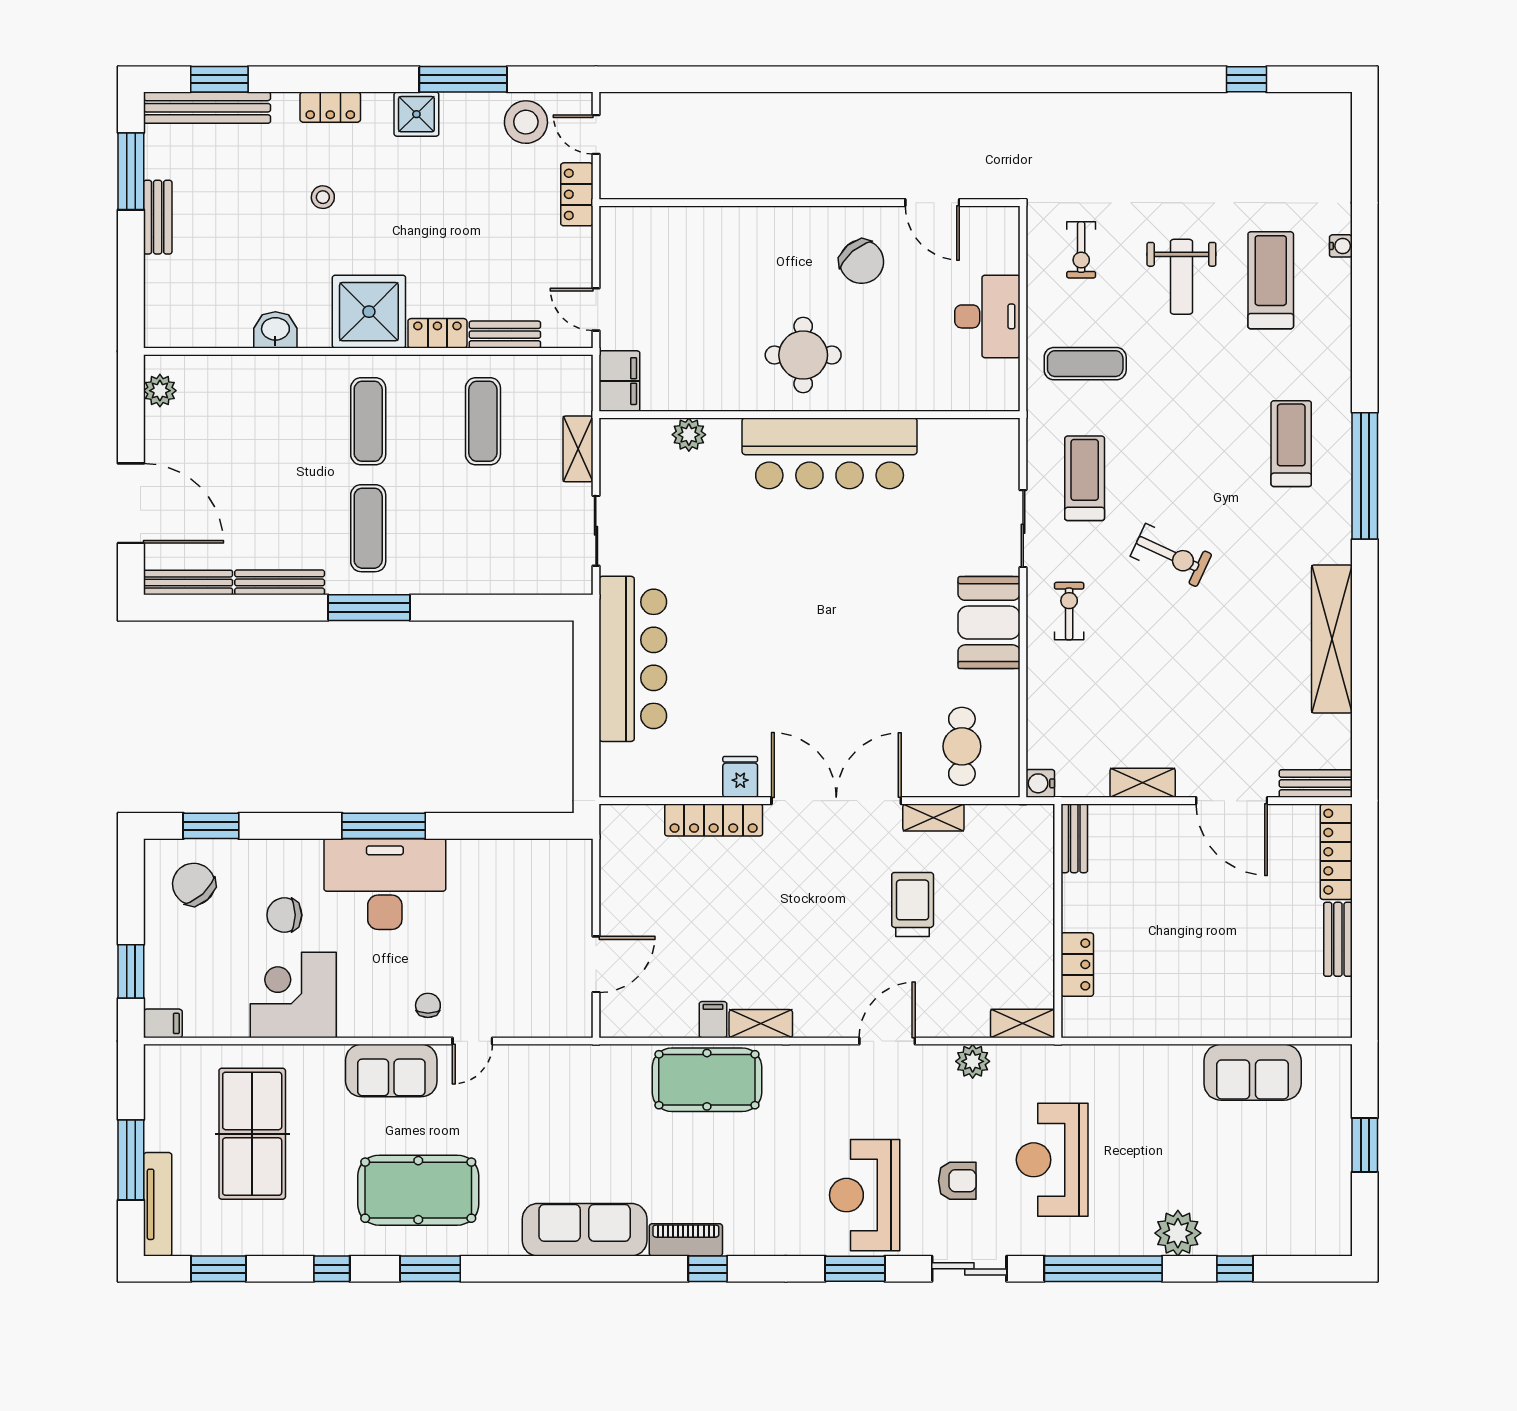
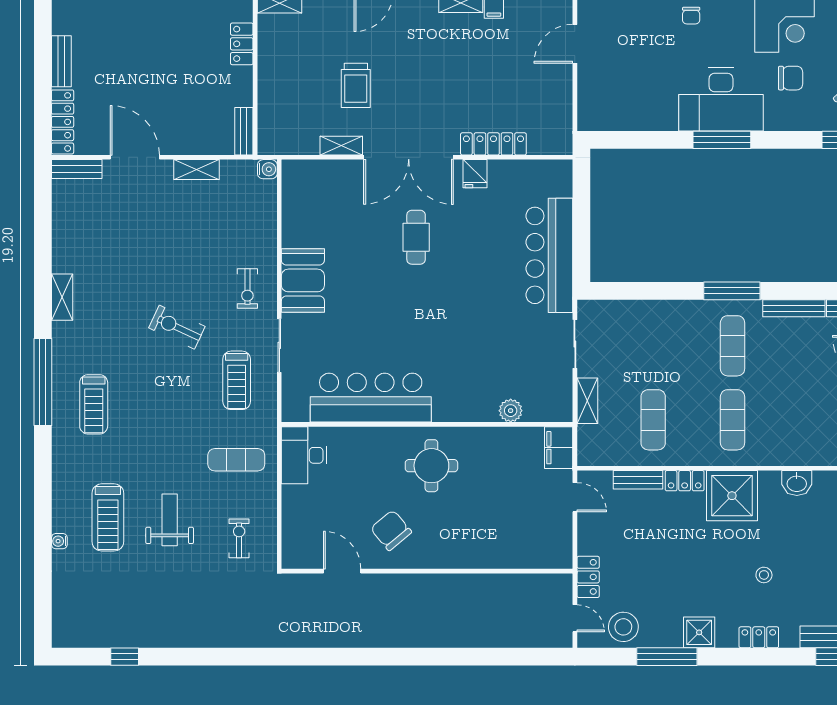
desk: (987, 316) -> (304, 455), moved
bar counter: (830, 453) -> (371, 398), moved
shelving: (1332, 639) -> (62, 297), width x0.45, depth x0.75
cafe table: (962, 746) -> (416, 237), moved

